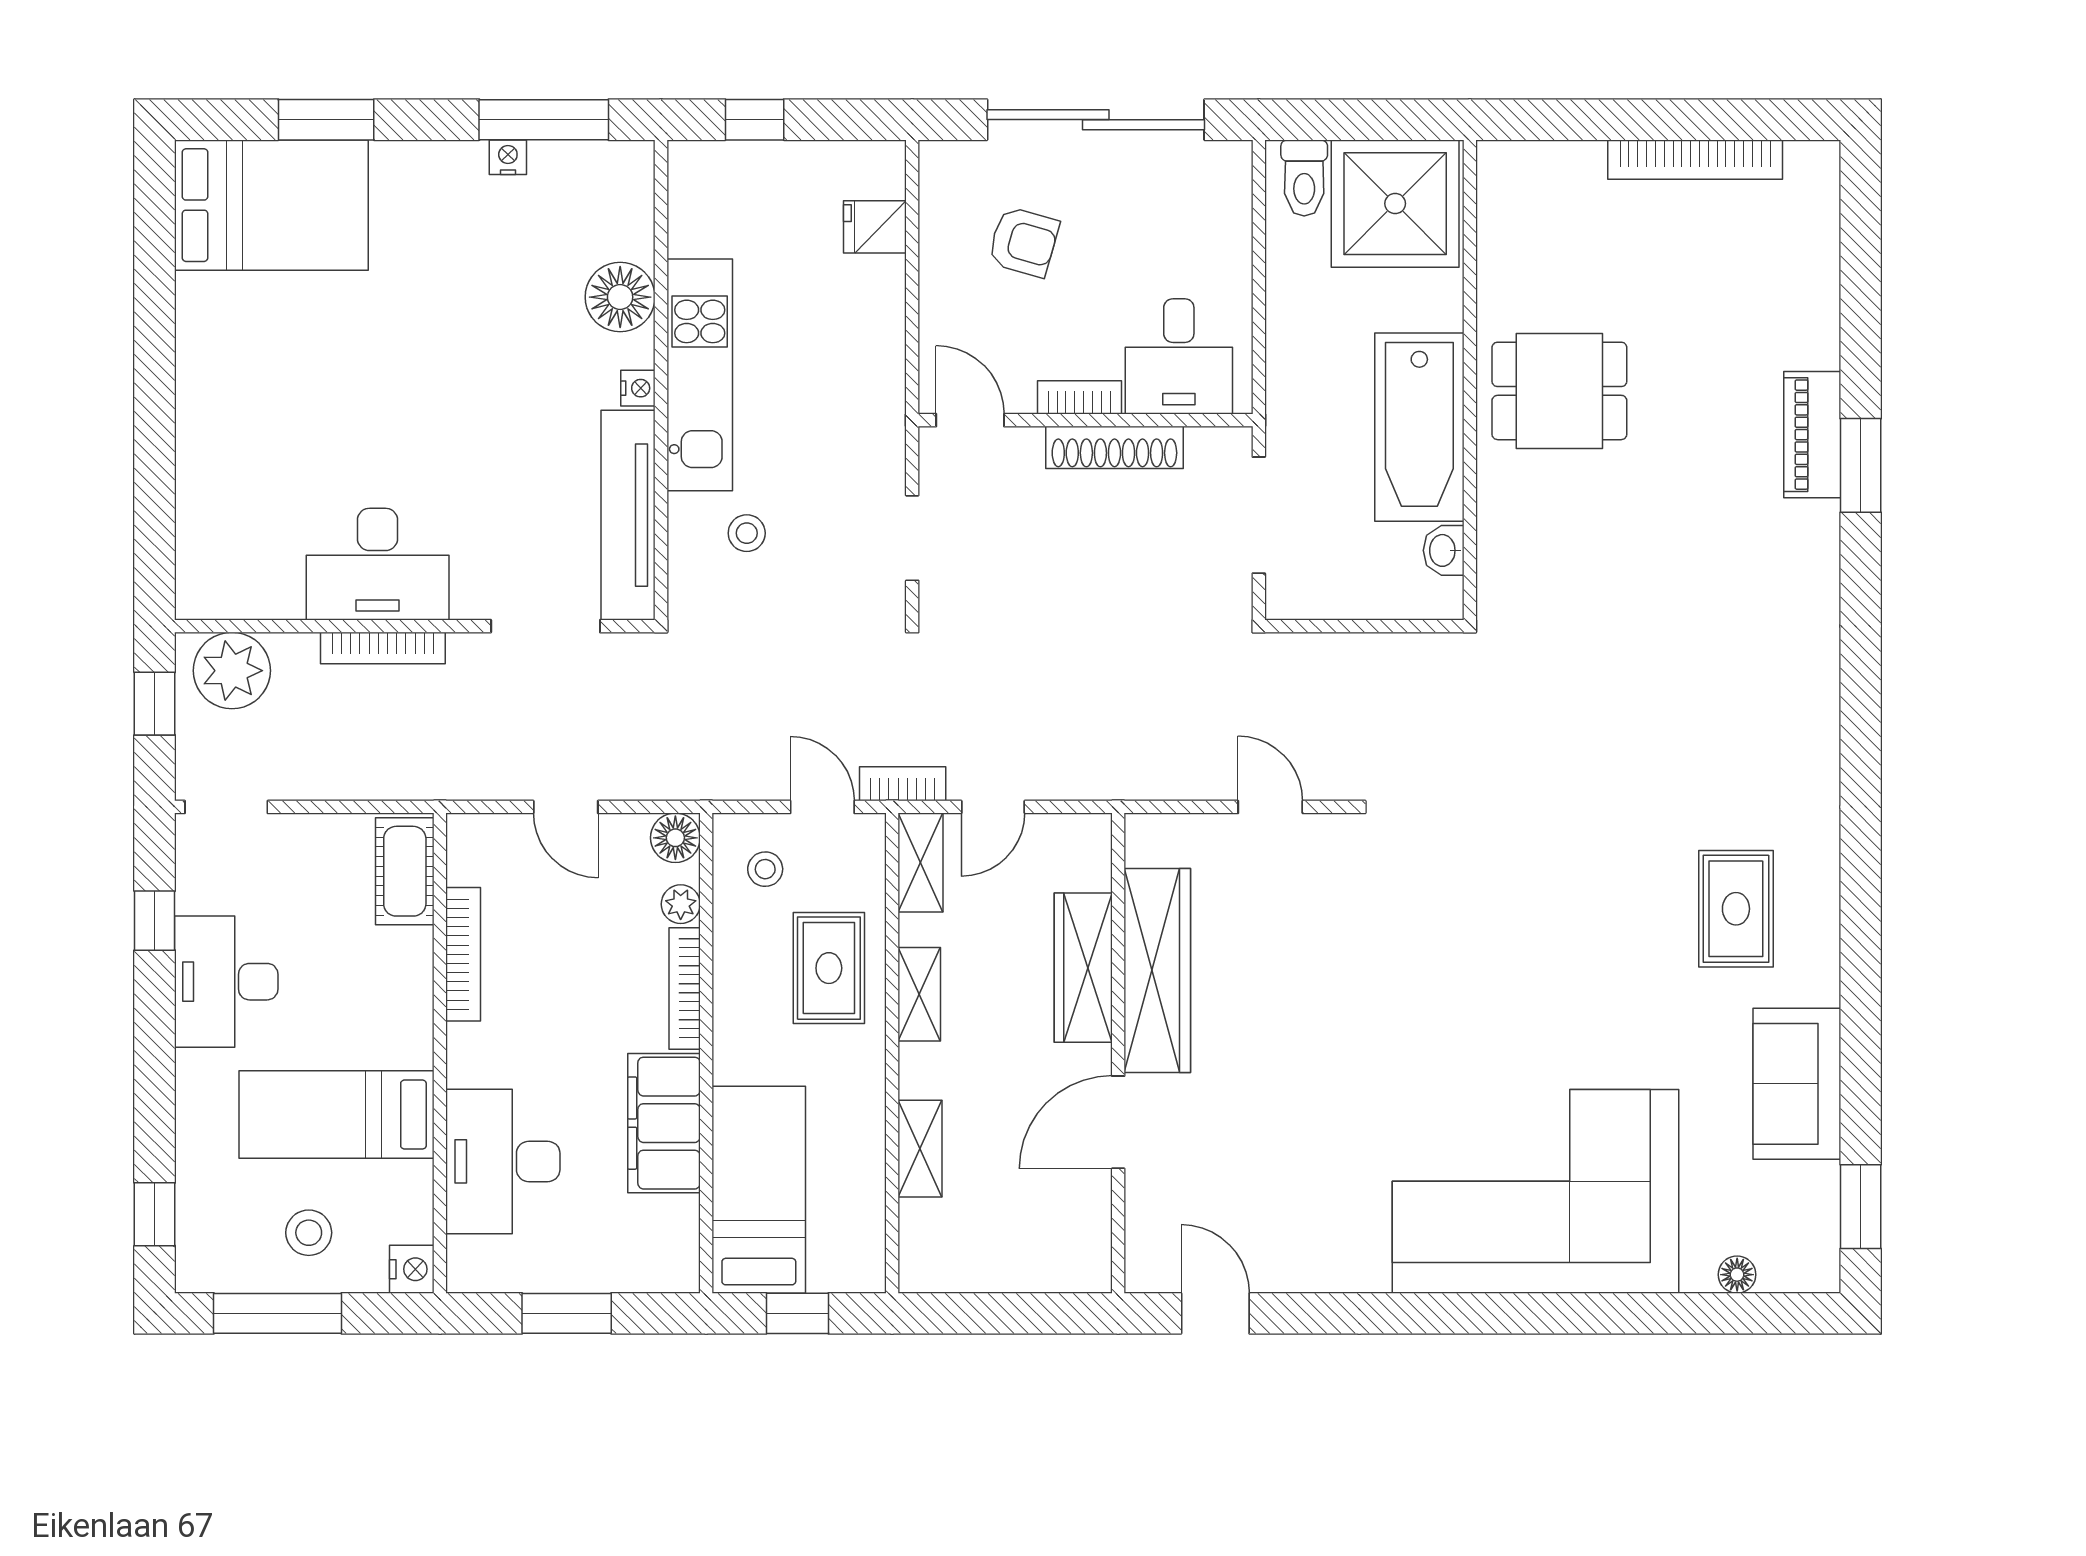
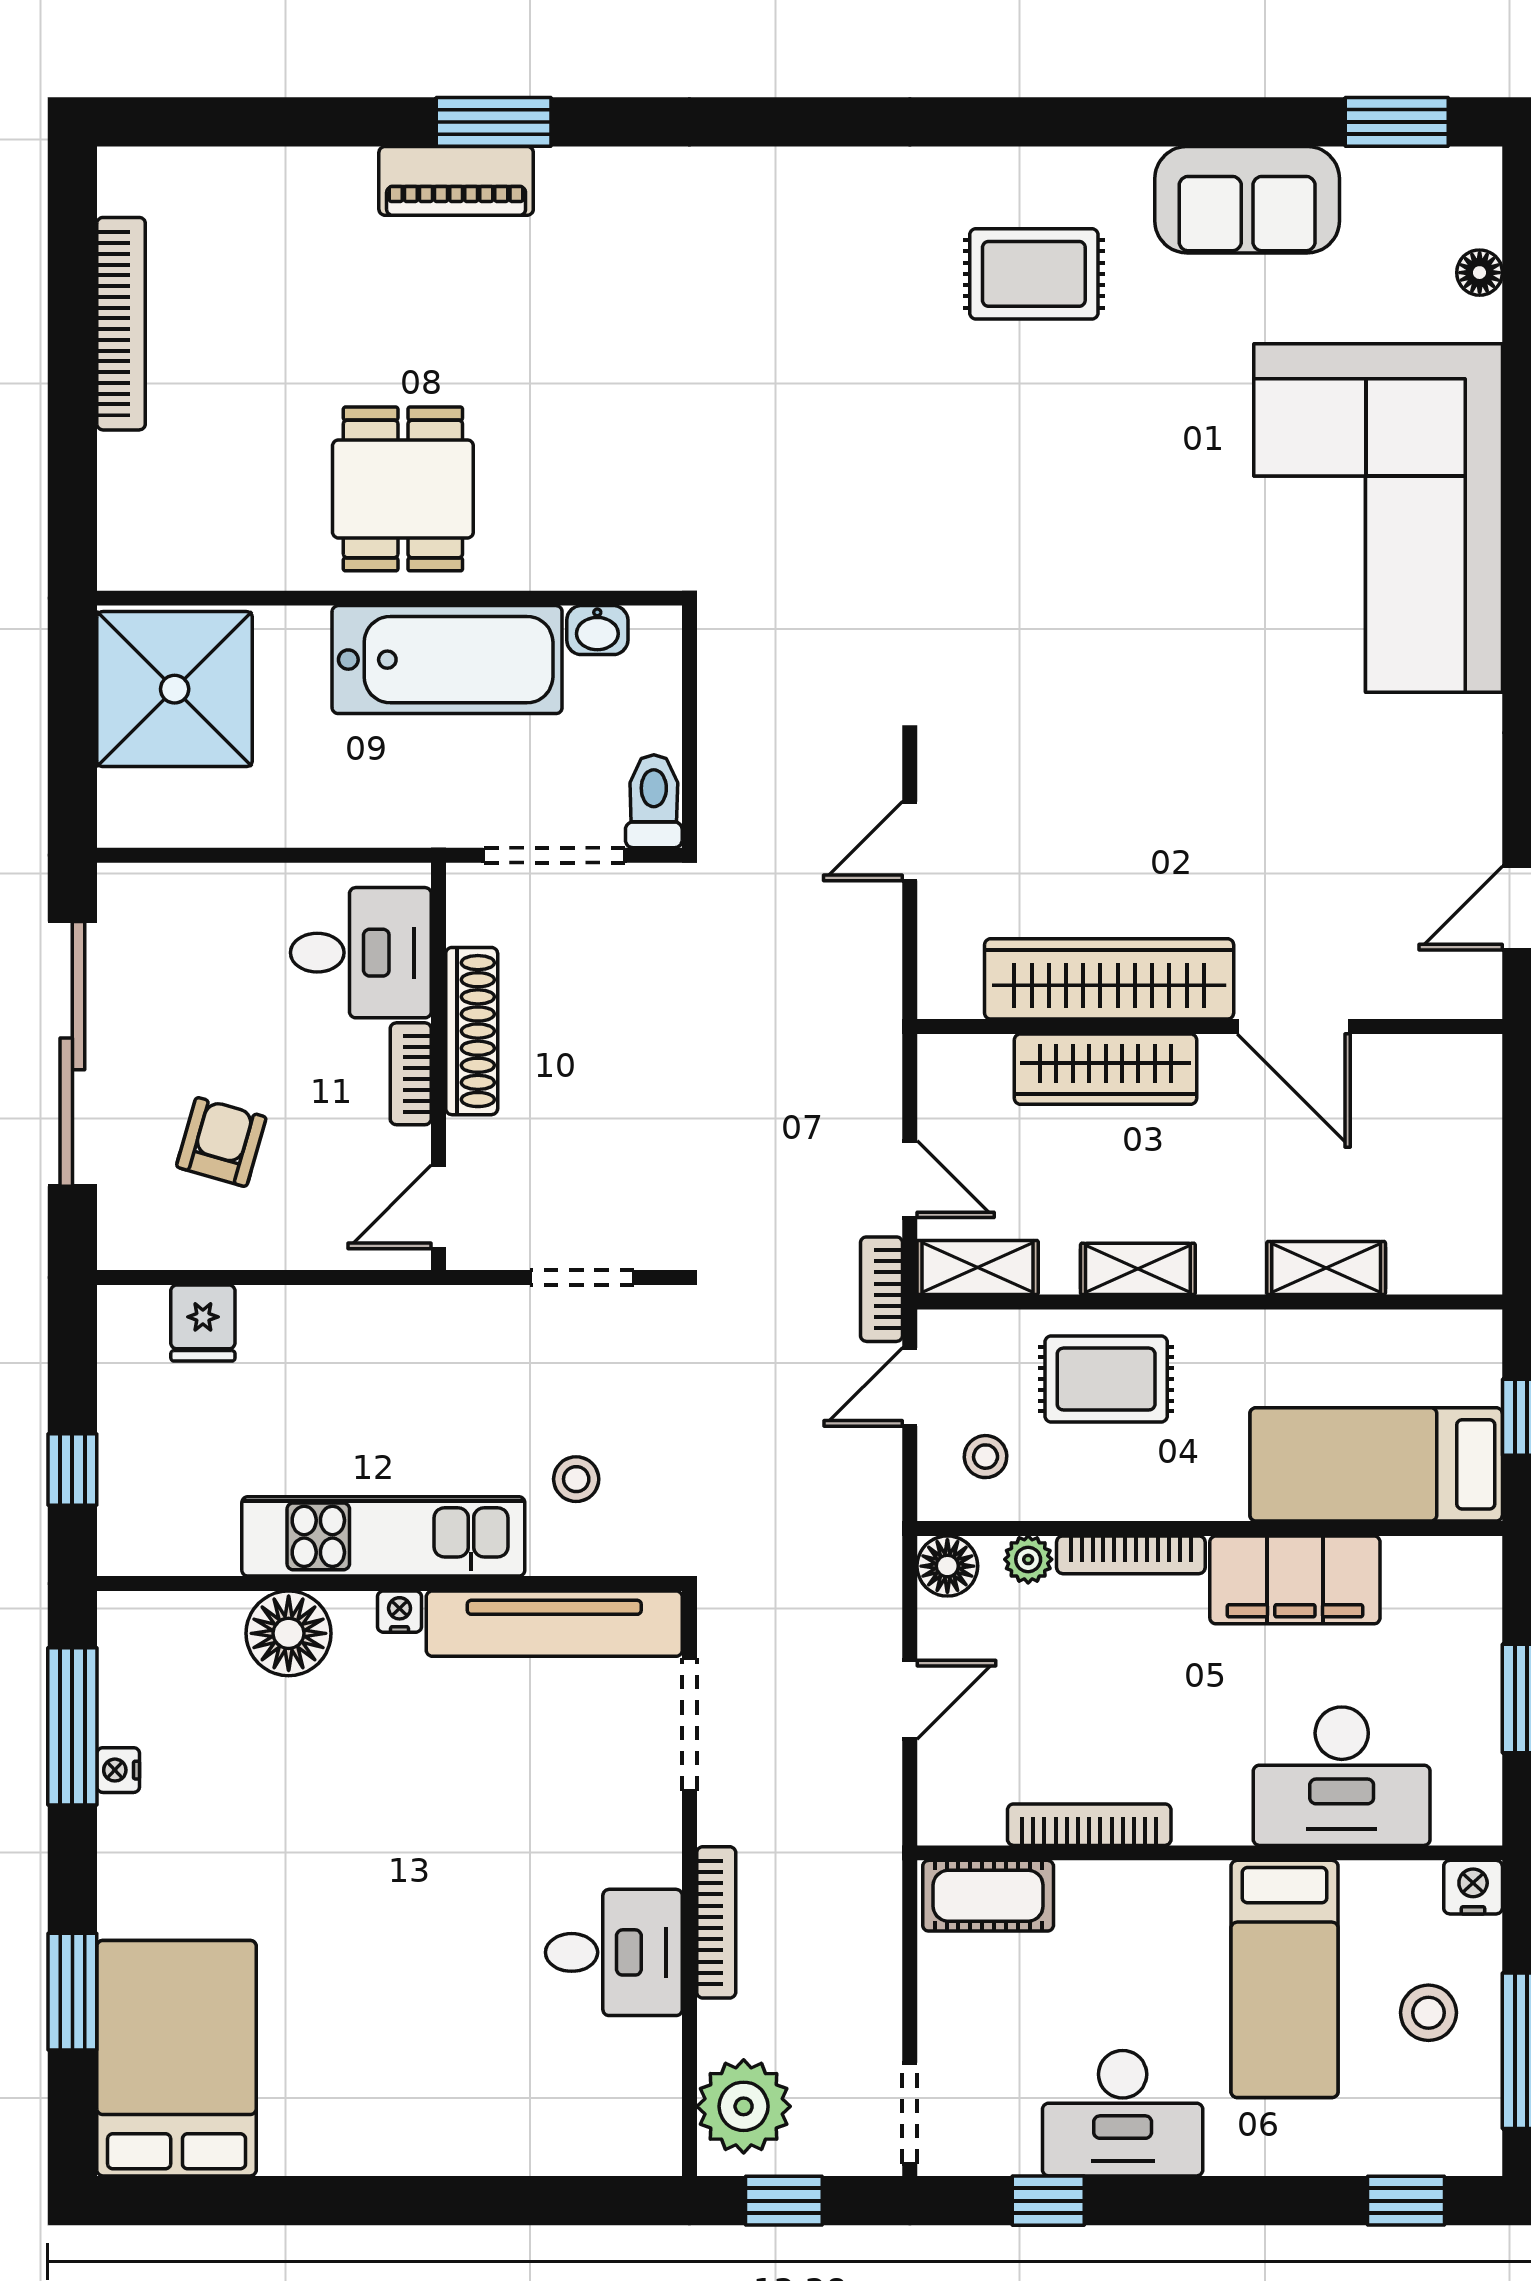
toilet: (1304, 178) -> (654, 801), moved, turned -90
desk: (378, 564) -> (614, 1952), width x0.73

